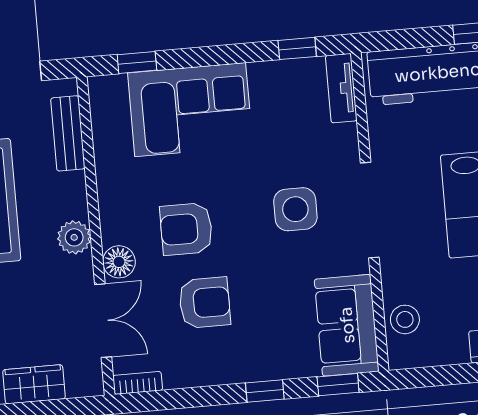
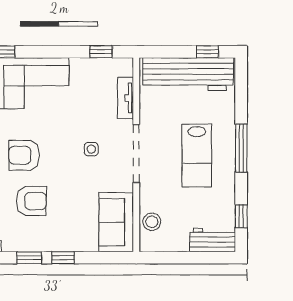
tv unit: (341, 88) -> (125, 98), moved
side table: (295, 209) -> (91, 149), width x0.54, depth x0.54
window: (338, 385) -> (29, 258), moved

